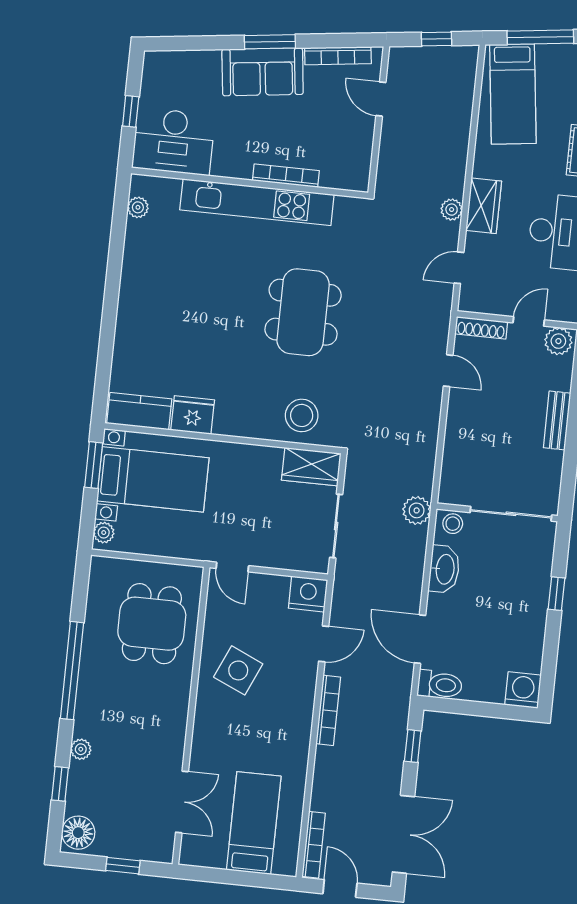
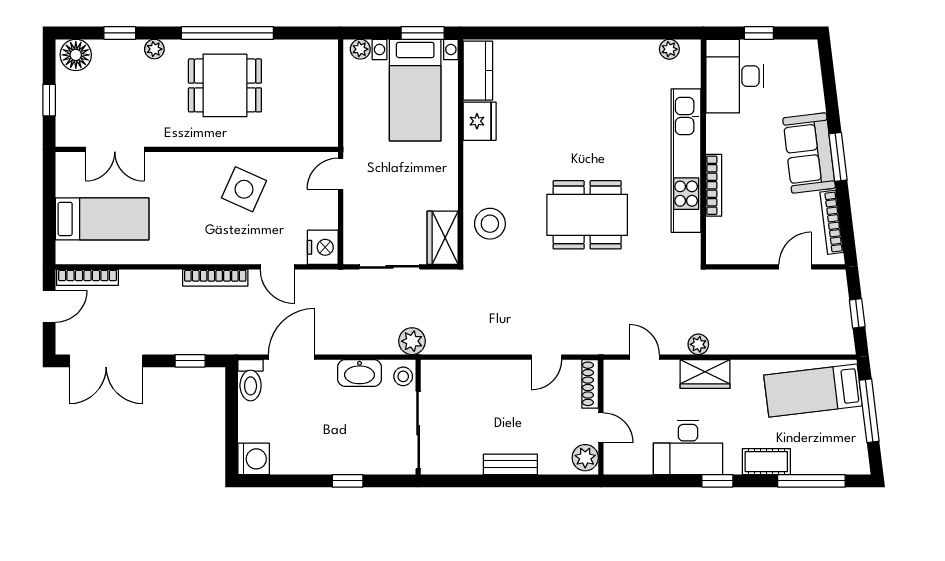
dining table: (152, 624) -> (225, 85), moved

